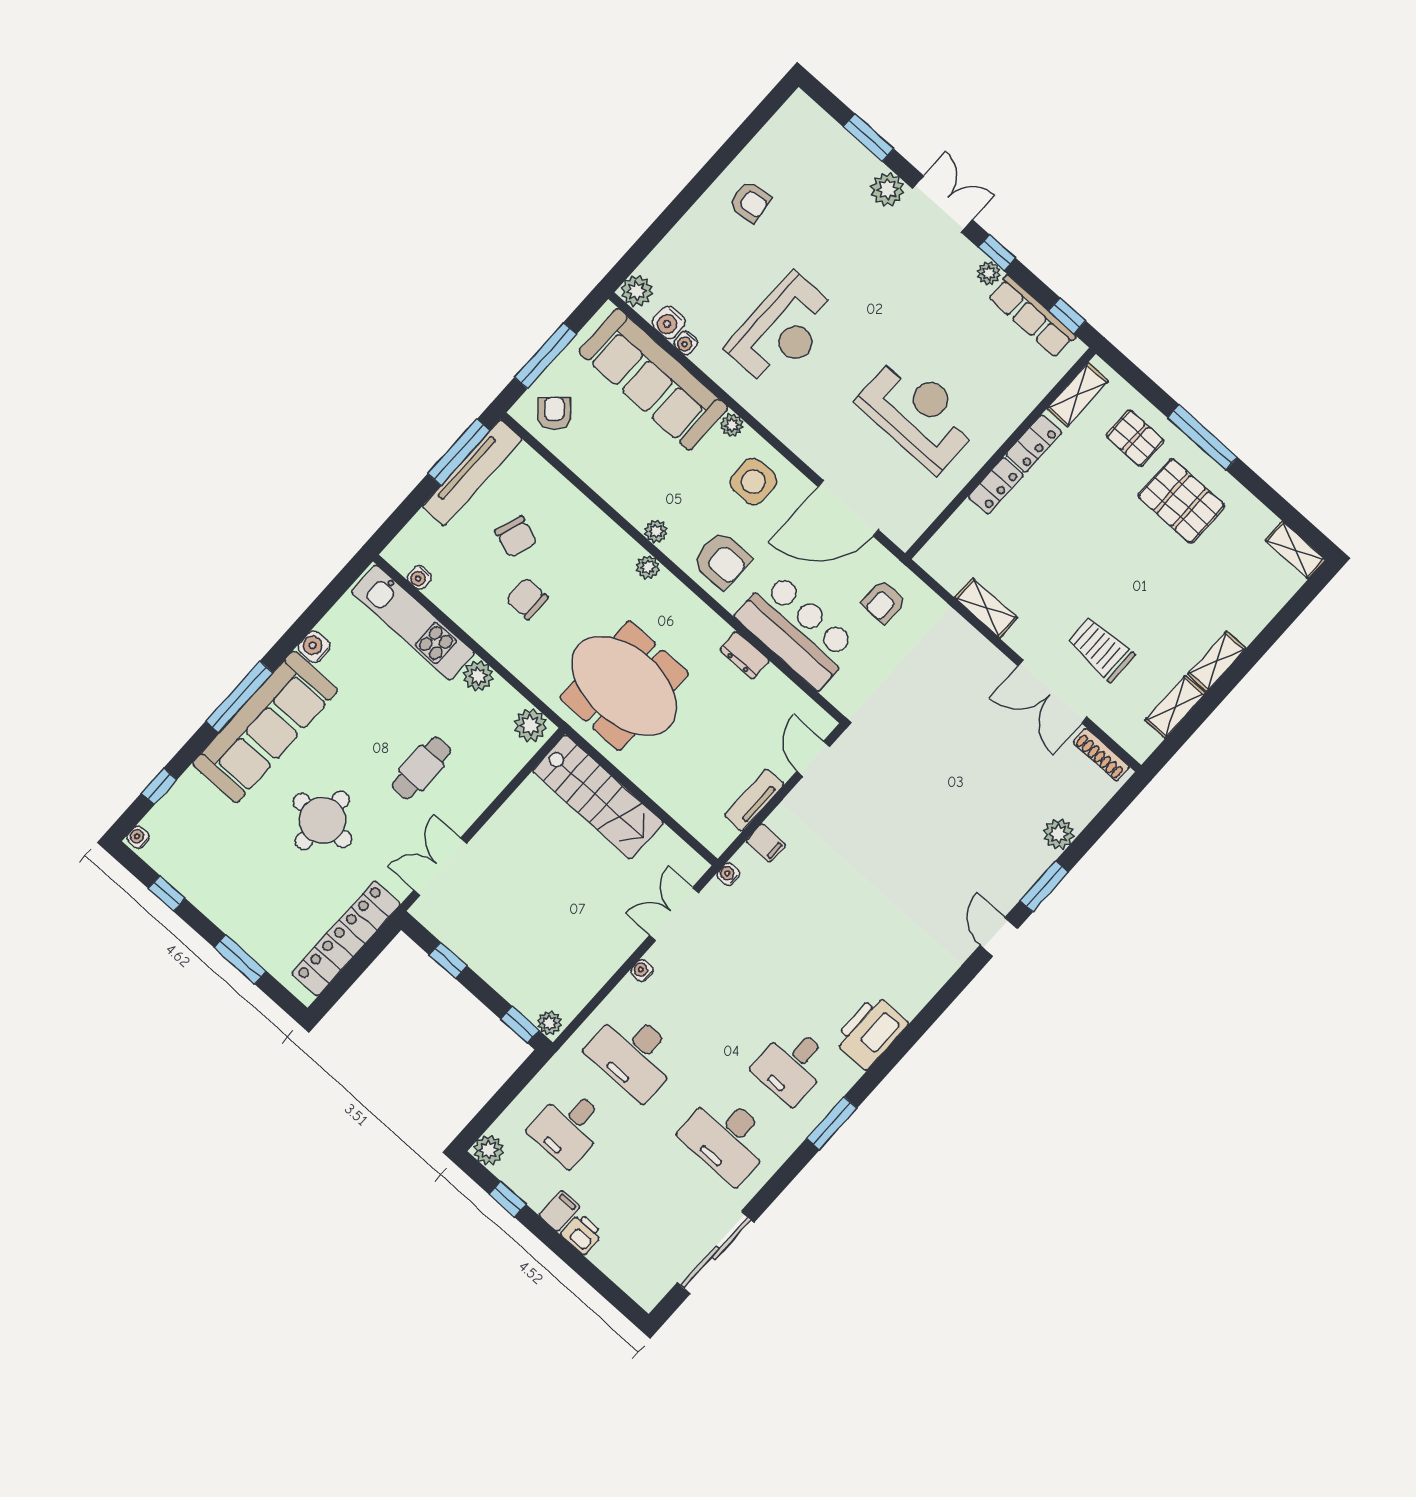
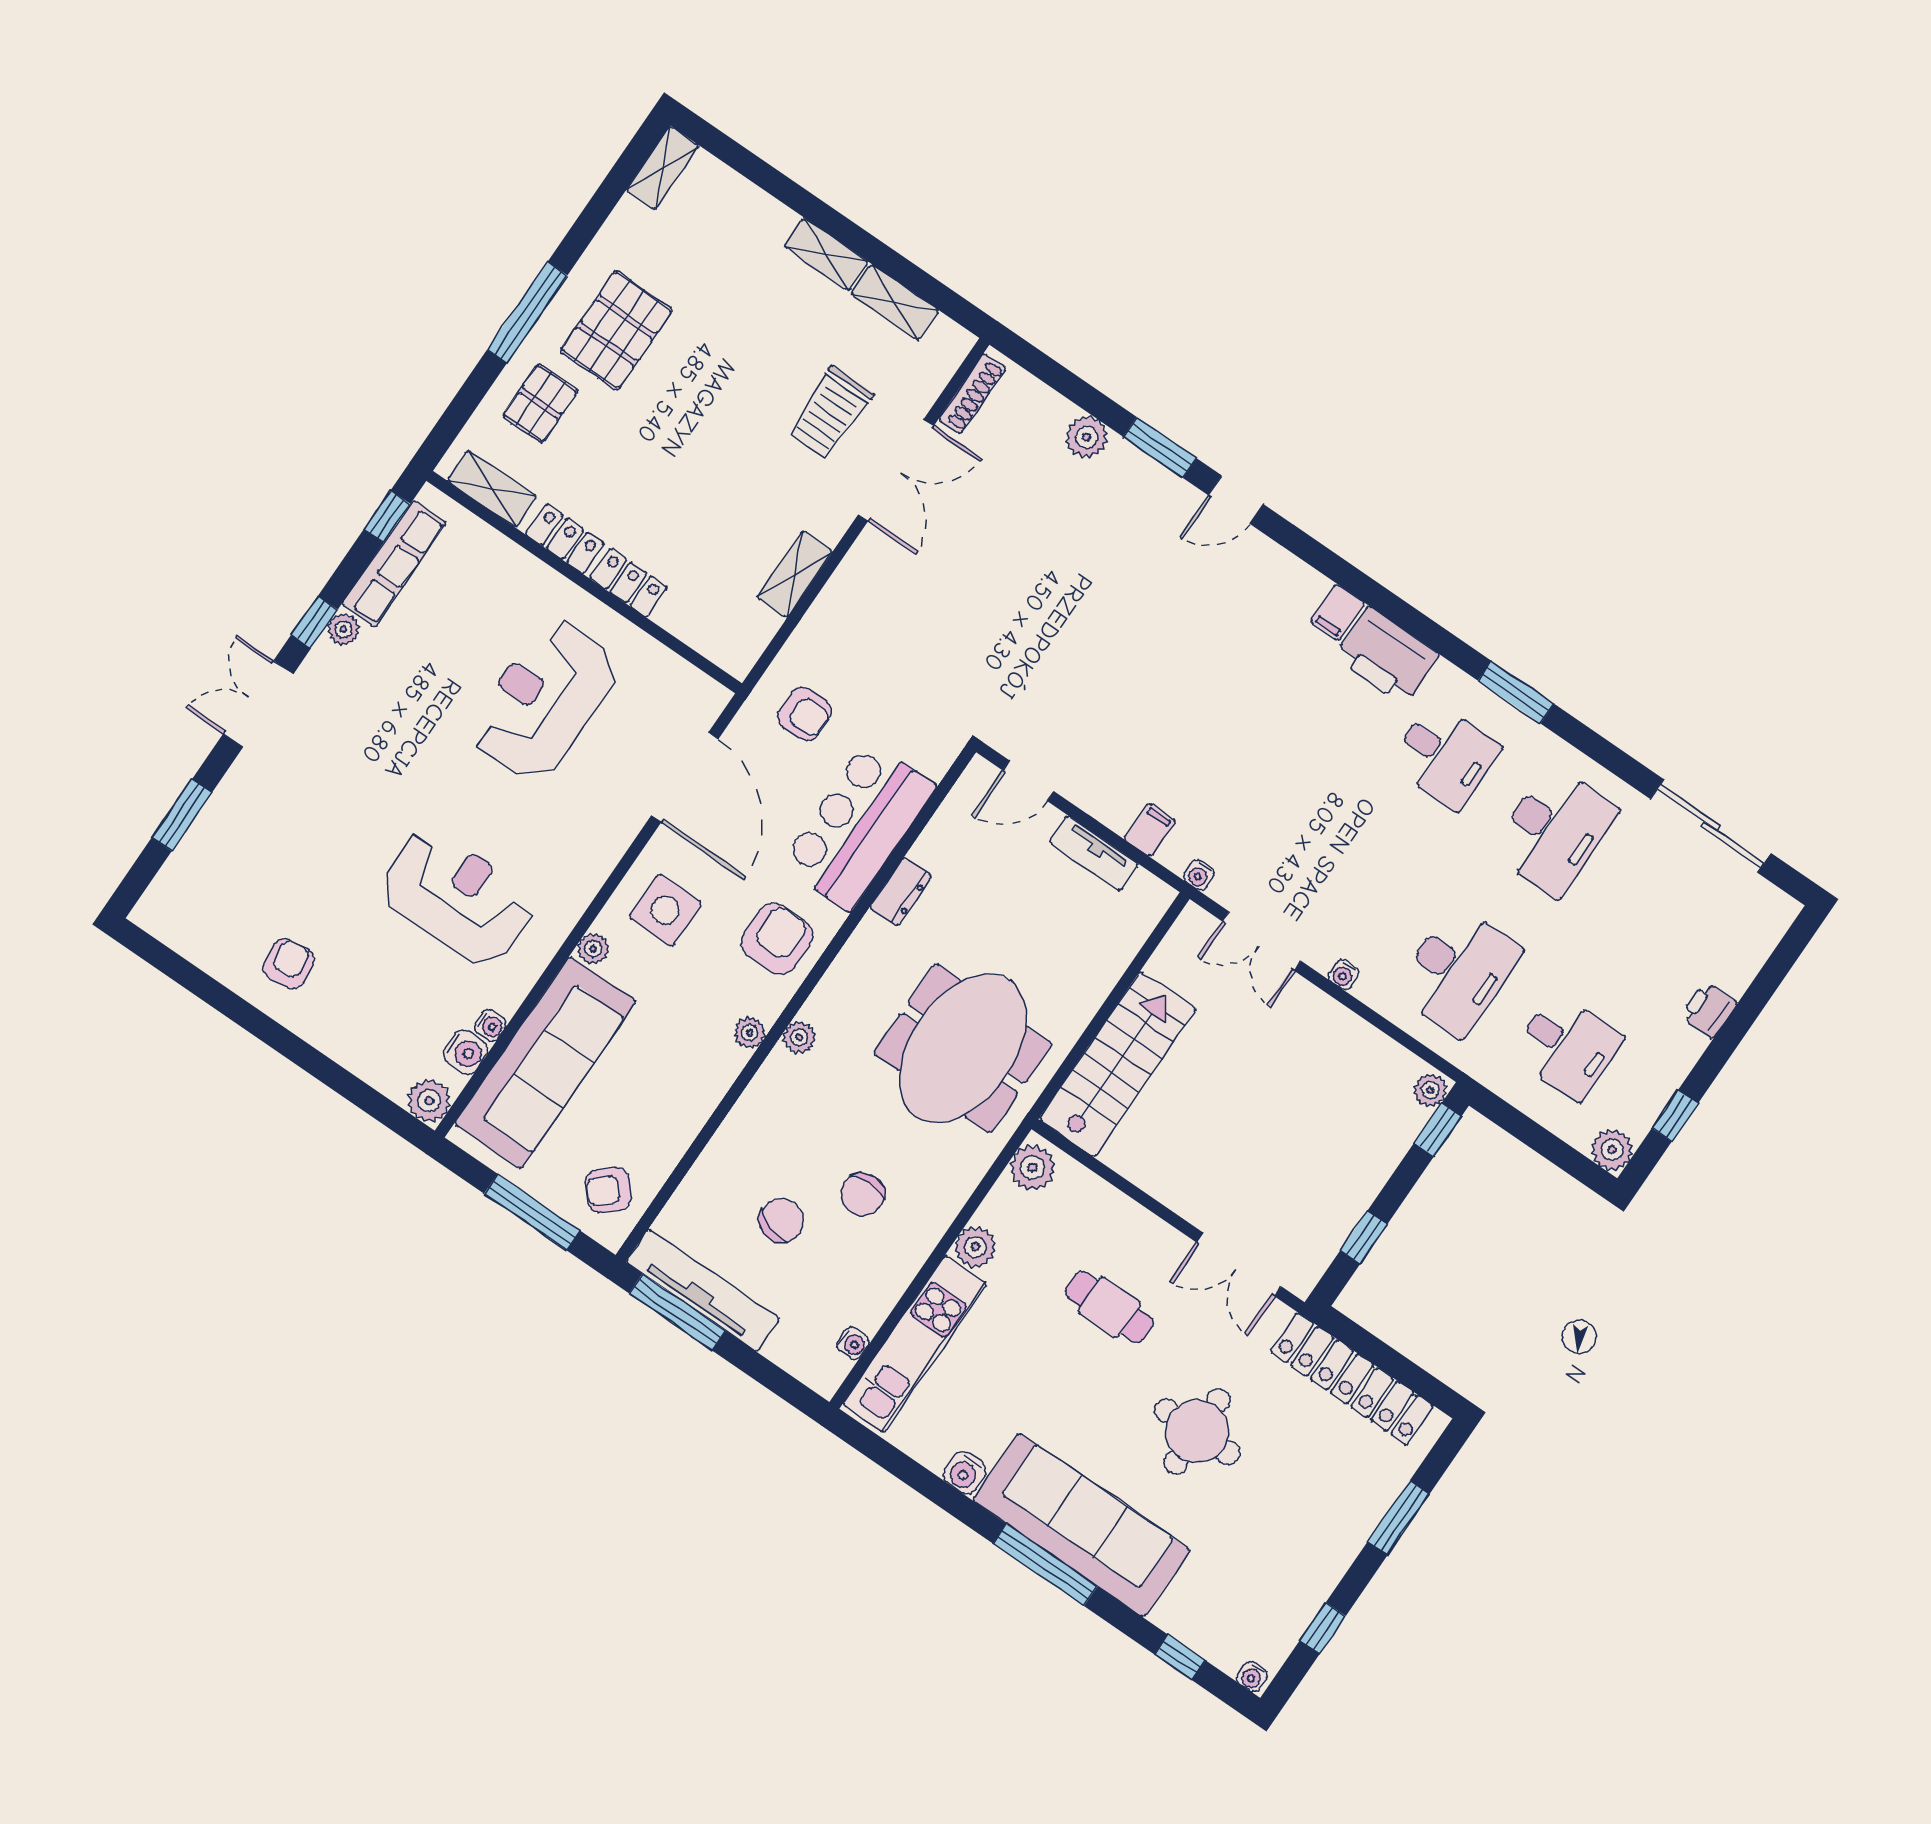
plant: (887, 189) -> (248, 780), removed
filing cabinet: (559, 1211) -> (1337, 612), moved, turned -90

